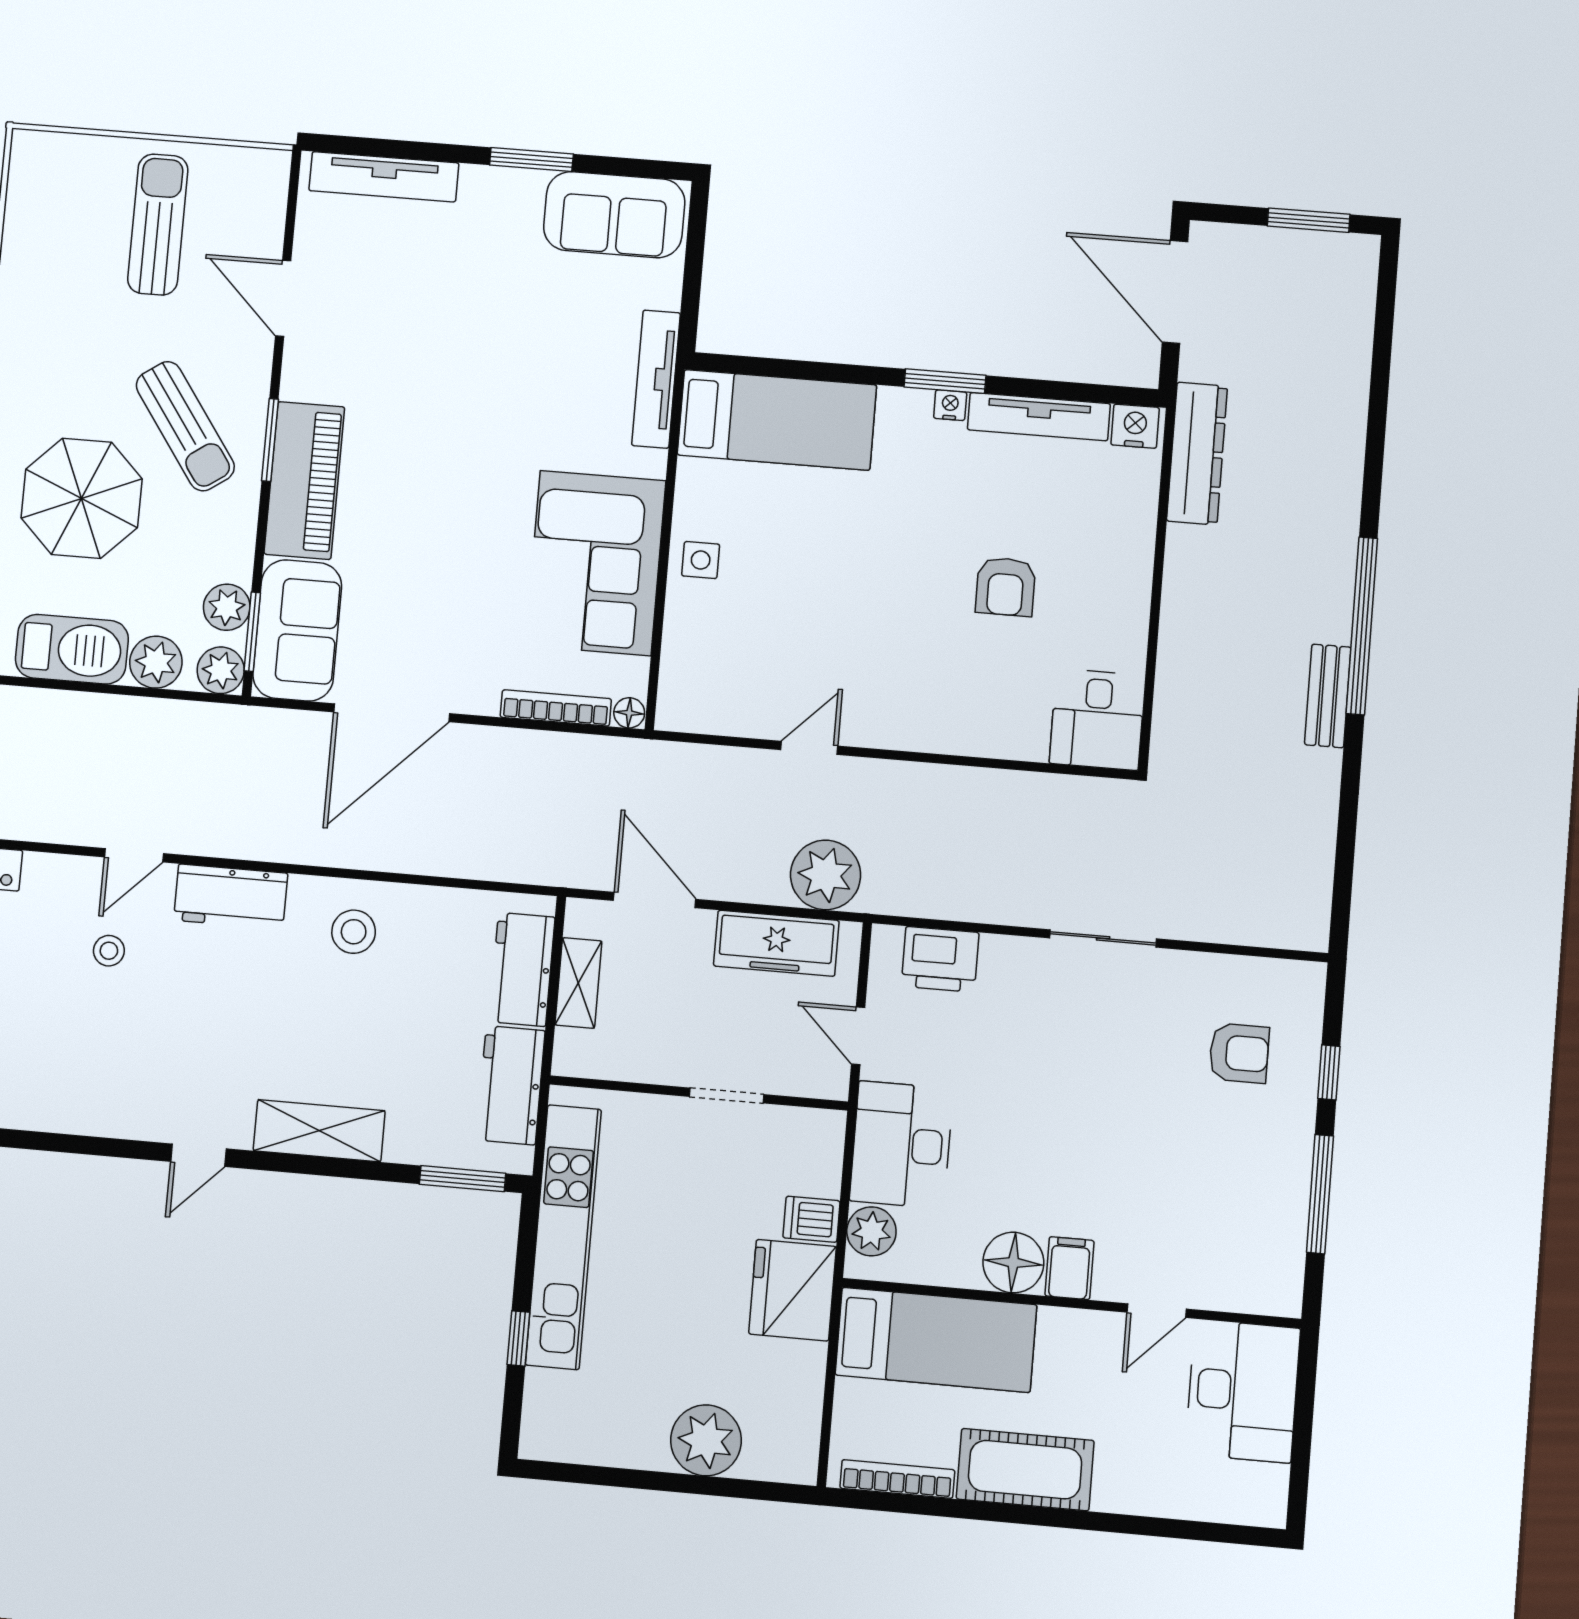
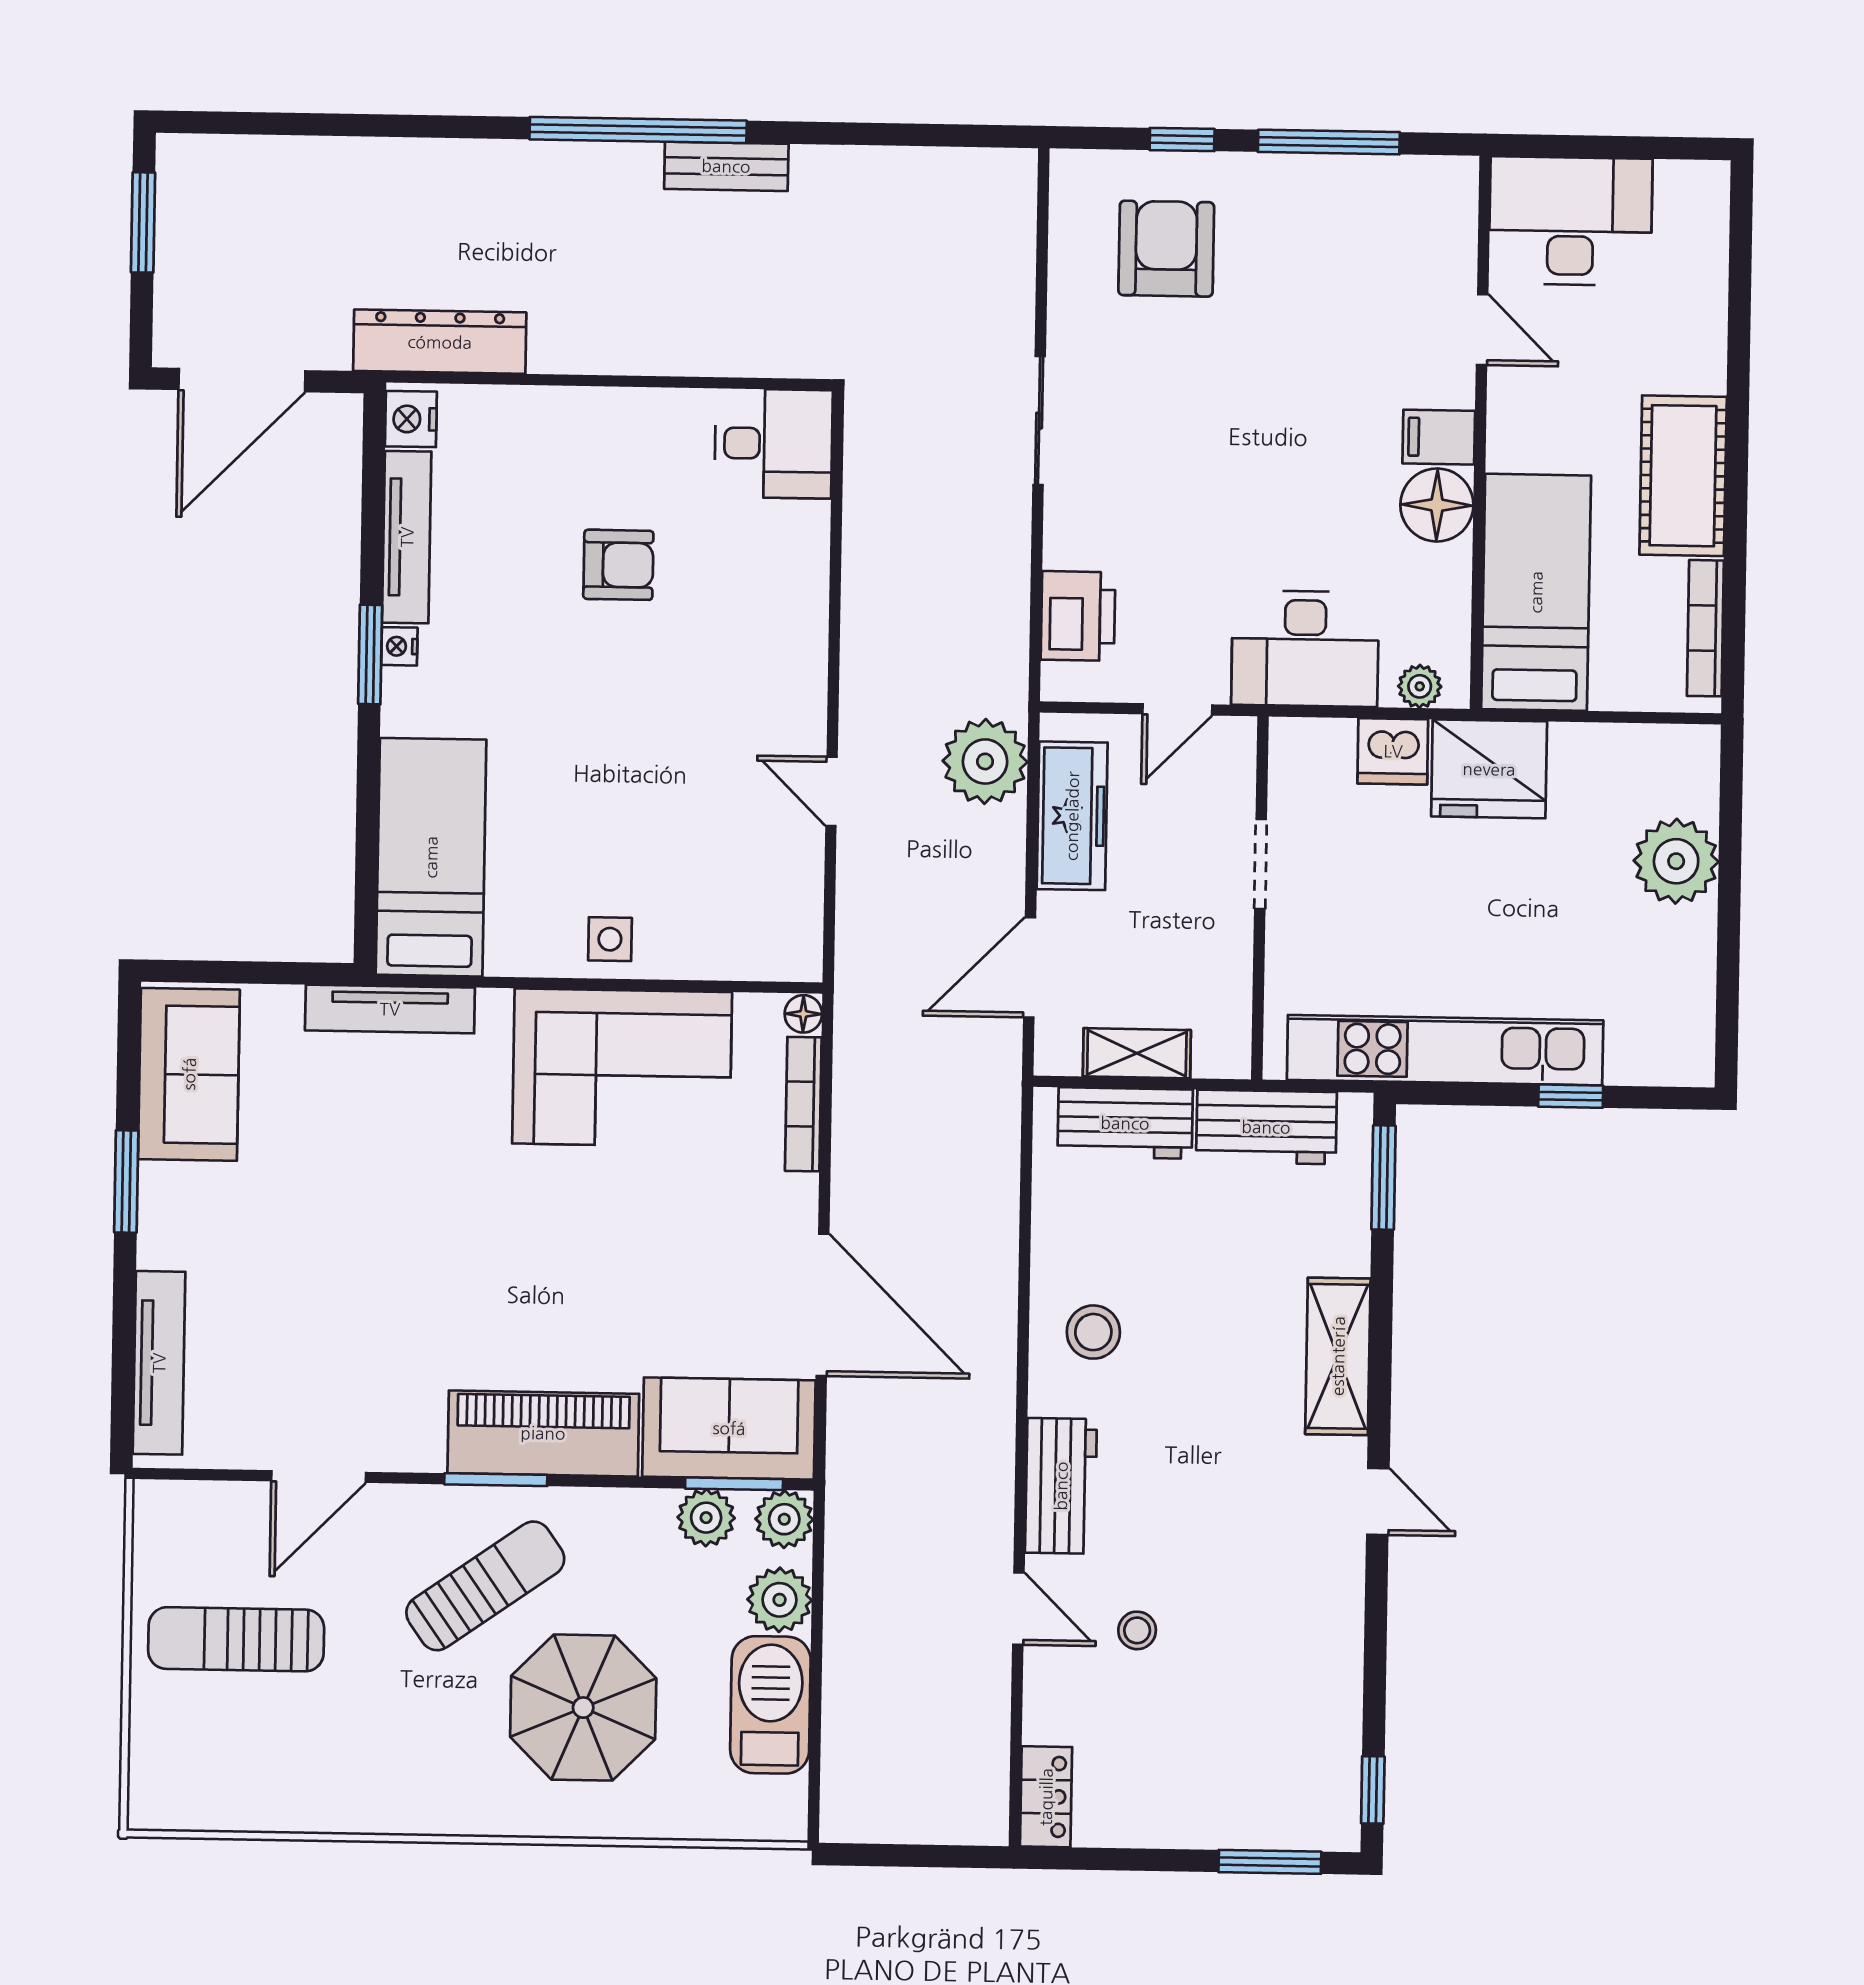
armchair: (1239, 1053) -> (1166, 249), width x1.38, depth x1.38
dishwasher: (811, 1219) -> (1393, 751), width x1.38
plant: (871, 1231) -> (1420, 686), width x0.73, depth x0.73

